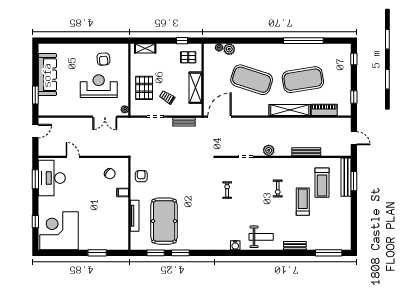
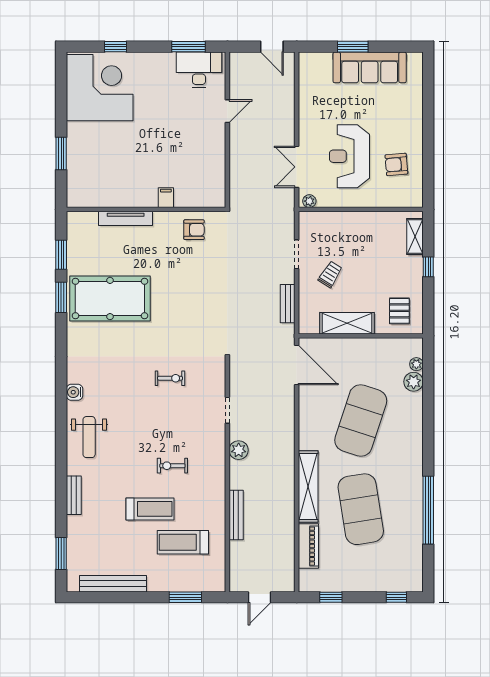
window: (182, 41) -> (428, 267), moved
reception desk: (99, 86) -> (349, 156), turned 180
pallet: (144, 88) -> (347, 235), removed
window: (35, 95) -> (353, 47), moved
chair: (110, 174) -> (198, 175), removed
bench: (346, 177) -> (113, 584), moved
desk: (52, 178) -> (199, 70), width x0.73, depth x0.77
pool table: (164, 221) -> (110, 298), moved
window: (329, 253) -> (61, 554), width x0.69

